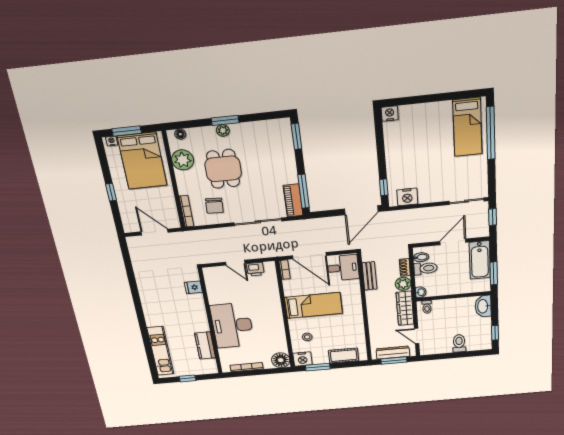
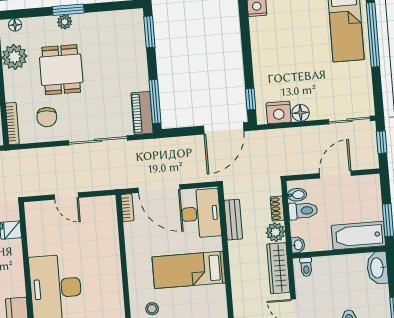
floor lamp: (426, 197) -> (301, 113), added
bathtub: (480, 260) -> (358, 236), moved, turned 90
desk: (343, 268) -> (201, 213), width x1.37
printer: (255, 269) -> (91, 206), removed
bed: (313, 305) -> (189, 270), moved, turned 180

